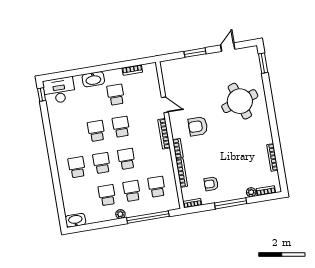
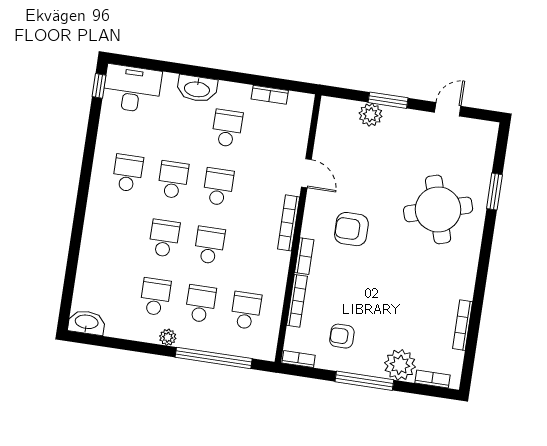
plant: (188, 63) -> (371, 115), added
window: (263, 63) -> (494, 192), moved
school desk: (77, 167) -> (128, 173), moved
plant: (251, 192) -> (400, 365), width x1.88, depth x1.88

